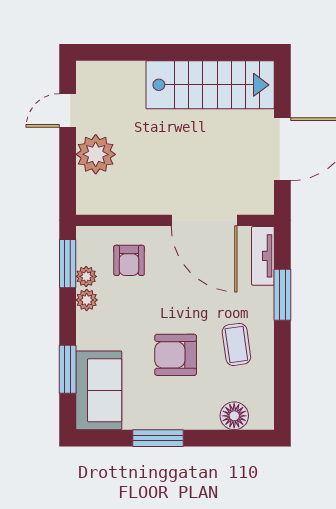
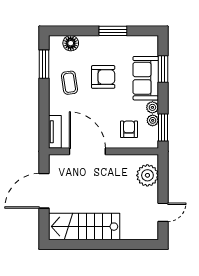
plant: (96, 154) -> (147, 175), moved
window: (282, 295) -> (44, 64), moved
sofa: (99, 390) -> (146, 78), moved

